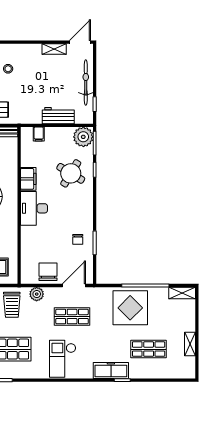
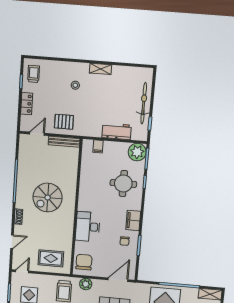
door: (80, 42) -> (142, 66), removed
shelving: (54, 49) -> (100, 69), moved
round table: (71, 173) -> (123, 183), turned -31
filing cabinet: (28, 179) -> (133, 221), moved, turned 180
desk: (34, 208) -> (88, 227), moved
chair: (48, 272) -> (84, 262), moved

